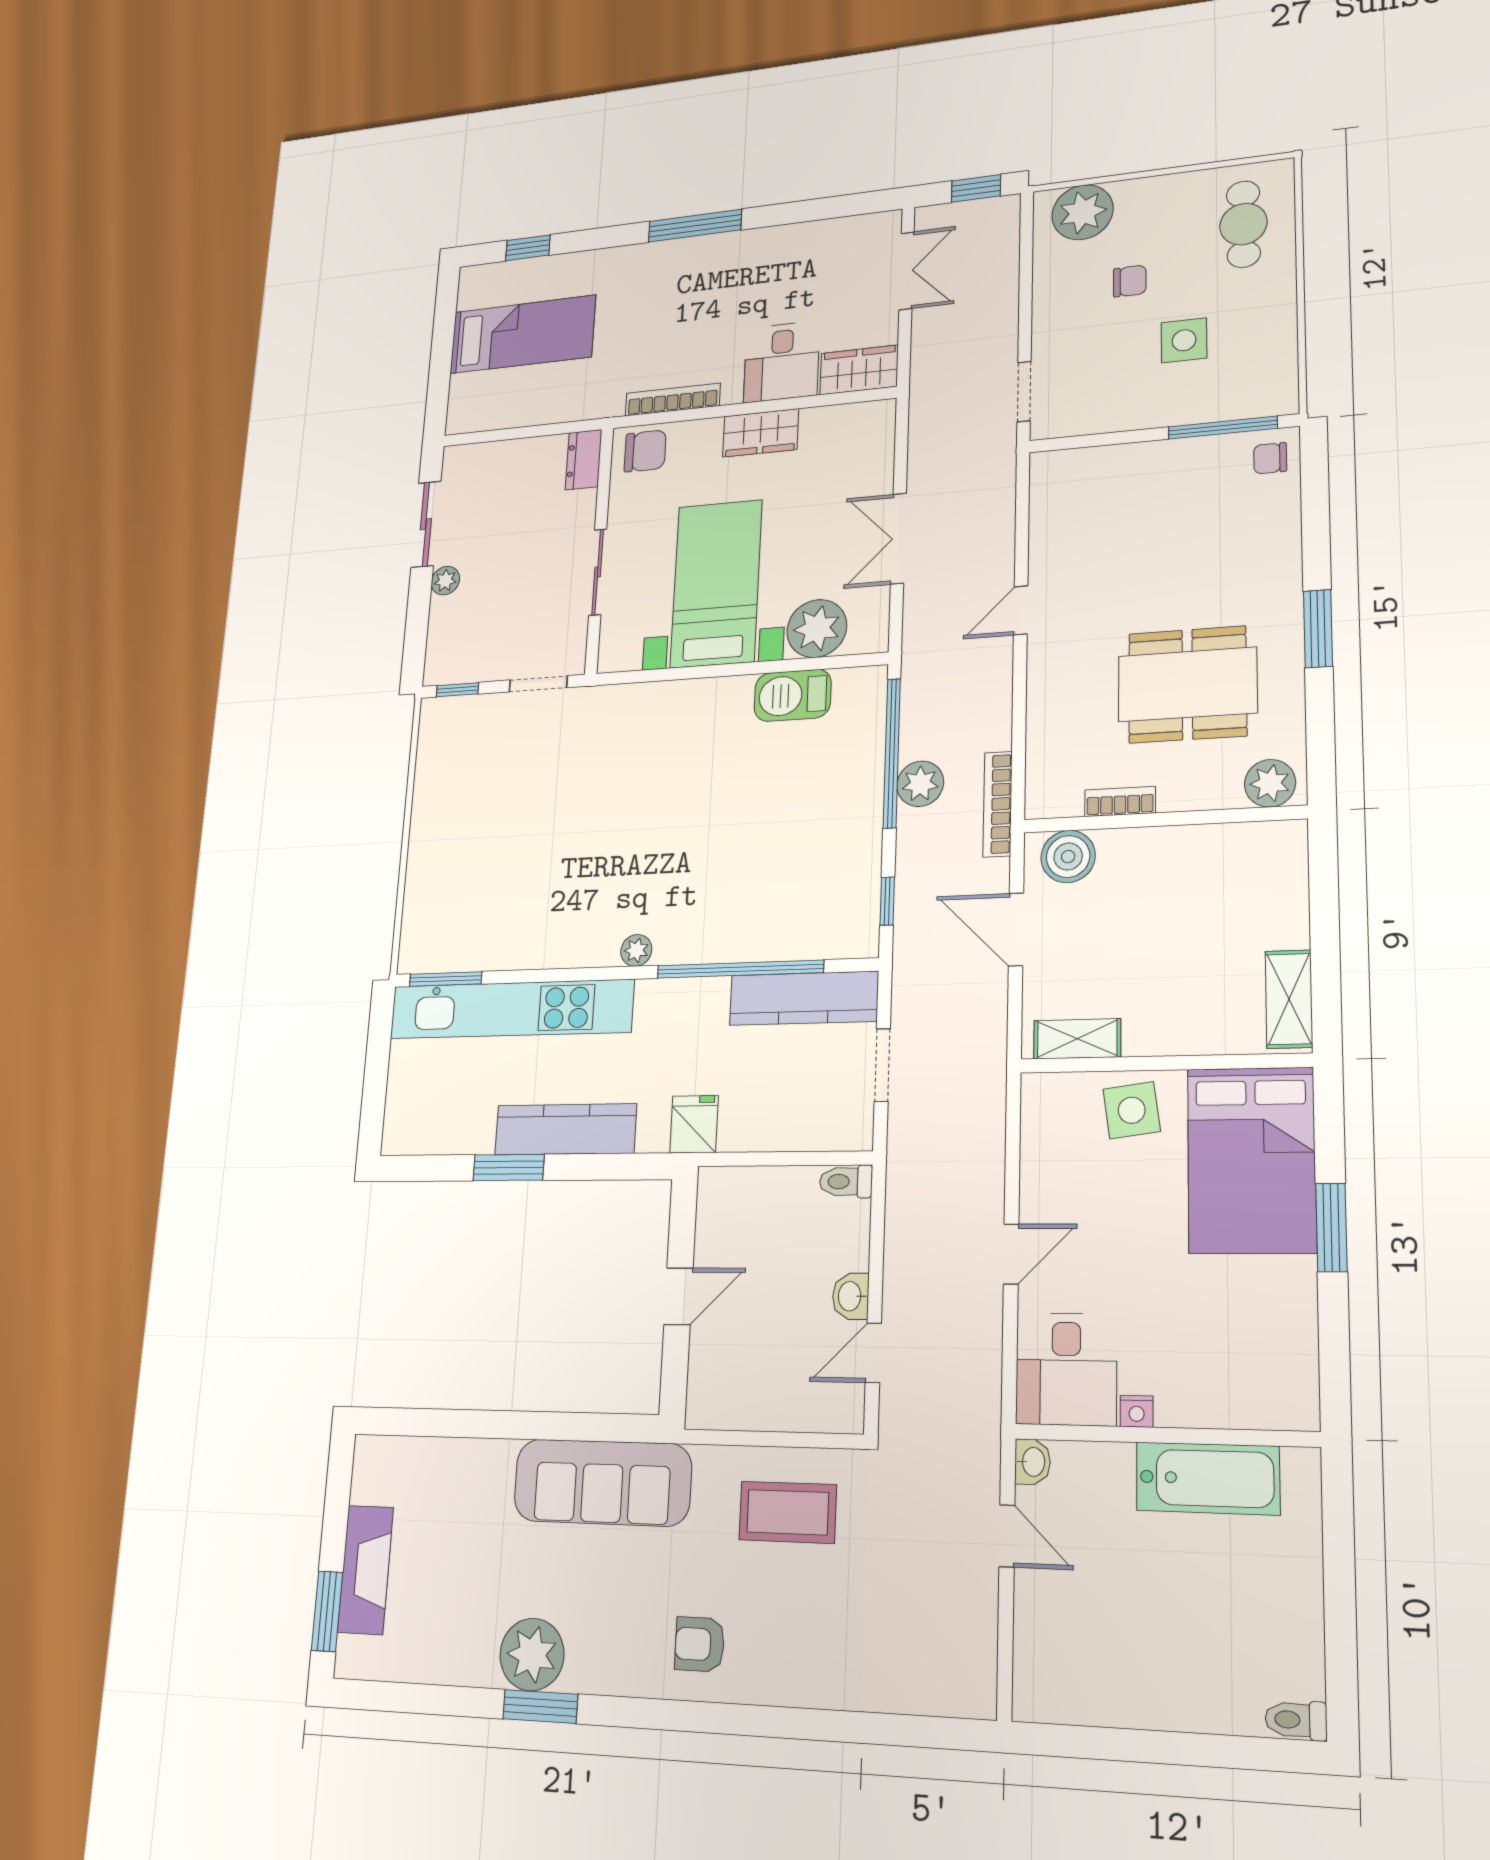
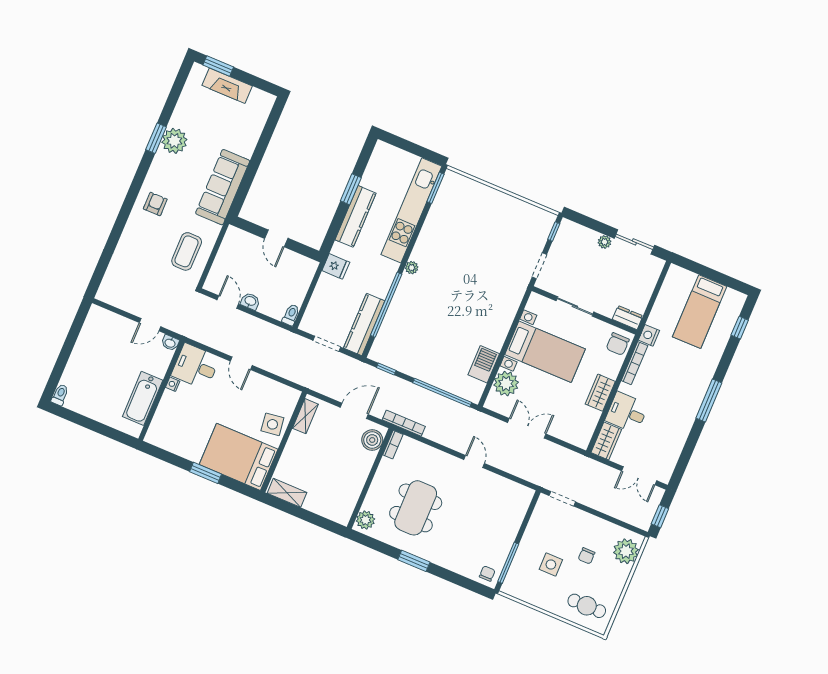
nightstand: (605, 402) -> (649, 335), added
plant: (920, 784) -> (425, 398), removed
bookcase: (1120, 801) -> (393, 445), moved

